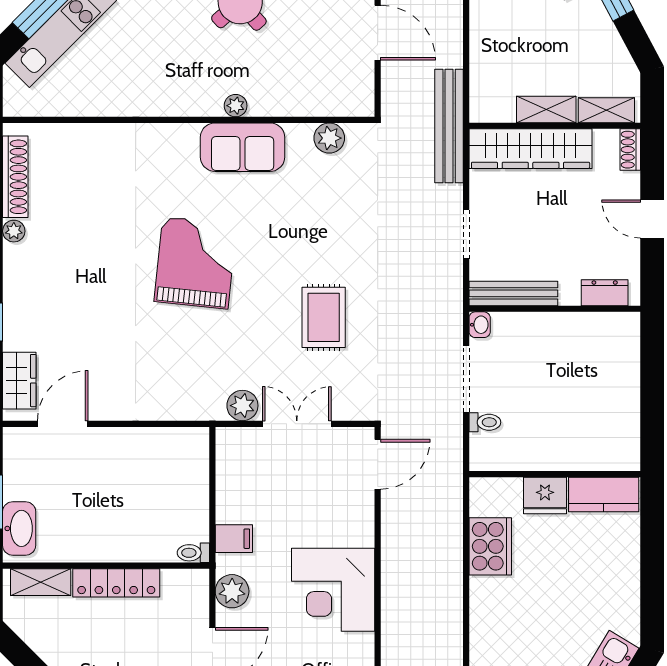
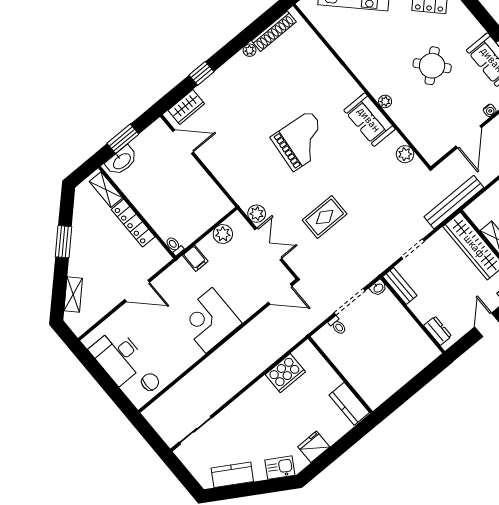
bench: (513, 293) -> (400, 286), width x0.73
fridge: (545, 495) -> (314, 447), moved, turned 90
plant: (232, 591) -> (223, 234), moved

